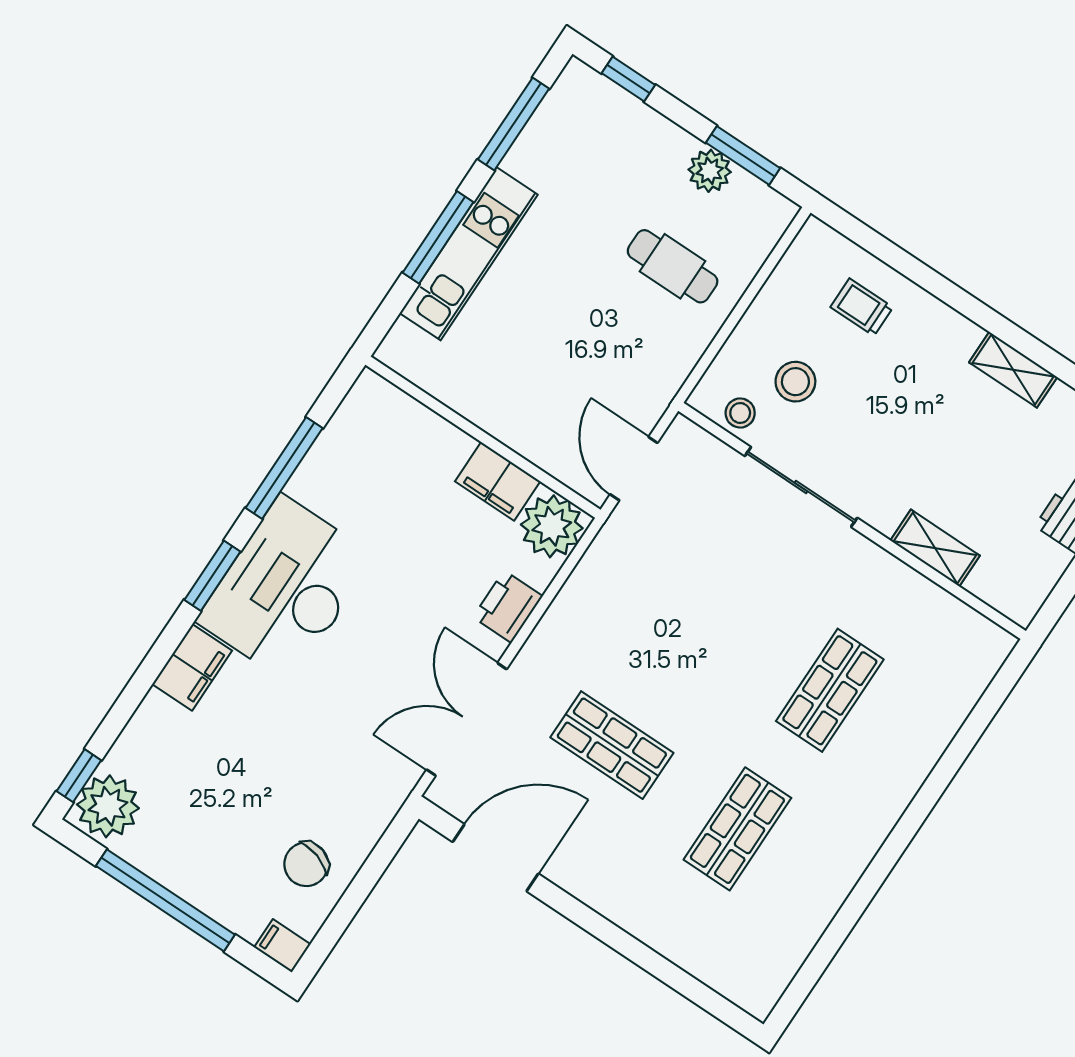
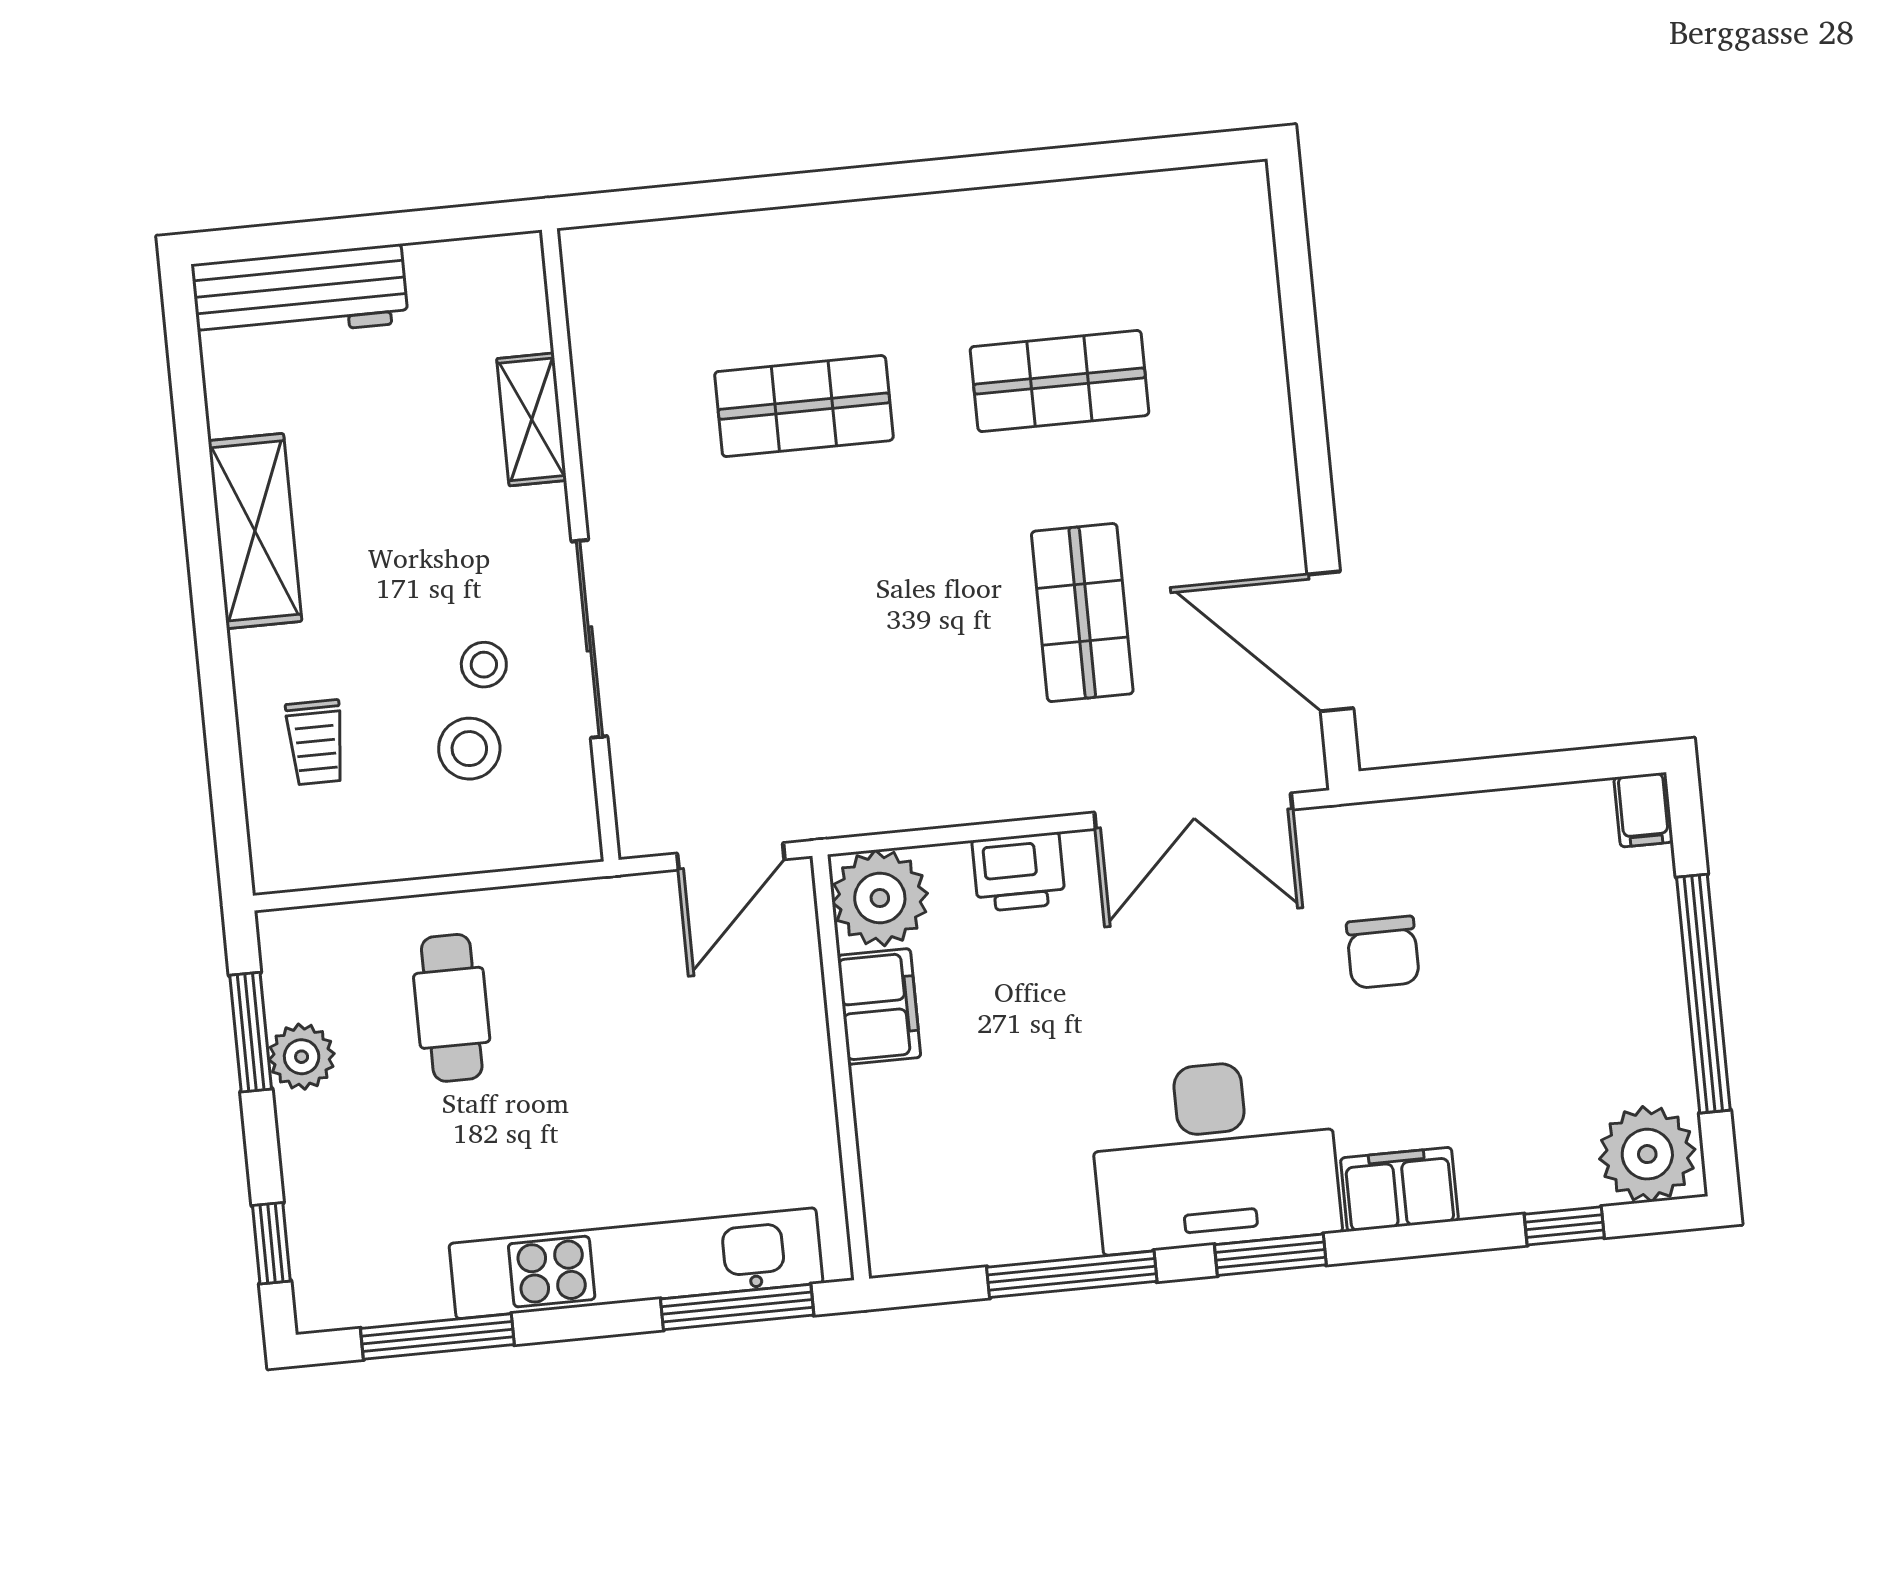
window: (438, 237) -> (737, 1307), moved
kitchen unit: (469, 254) -> (636, 1263), width x1.36
shelving: (1013, 370) -> (255, 531), width x1.50, depth x1.33
stool: (740, 413) -> (484, 665), moved
window: (79, 776) -> (1564, 1226), moved
chair: (306, 864) -> (1383, 952), moved, turned 73

